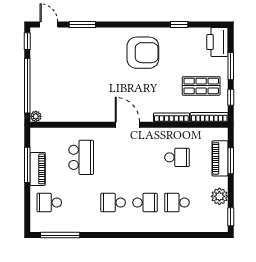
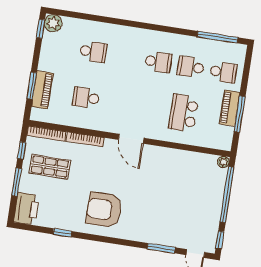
plant: (219, 196) -> (53, 23), moved
school desk: (145, 203) -> (191, 67), moved

